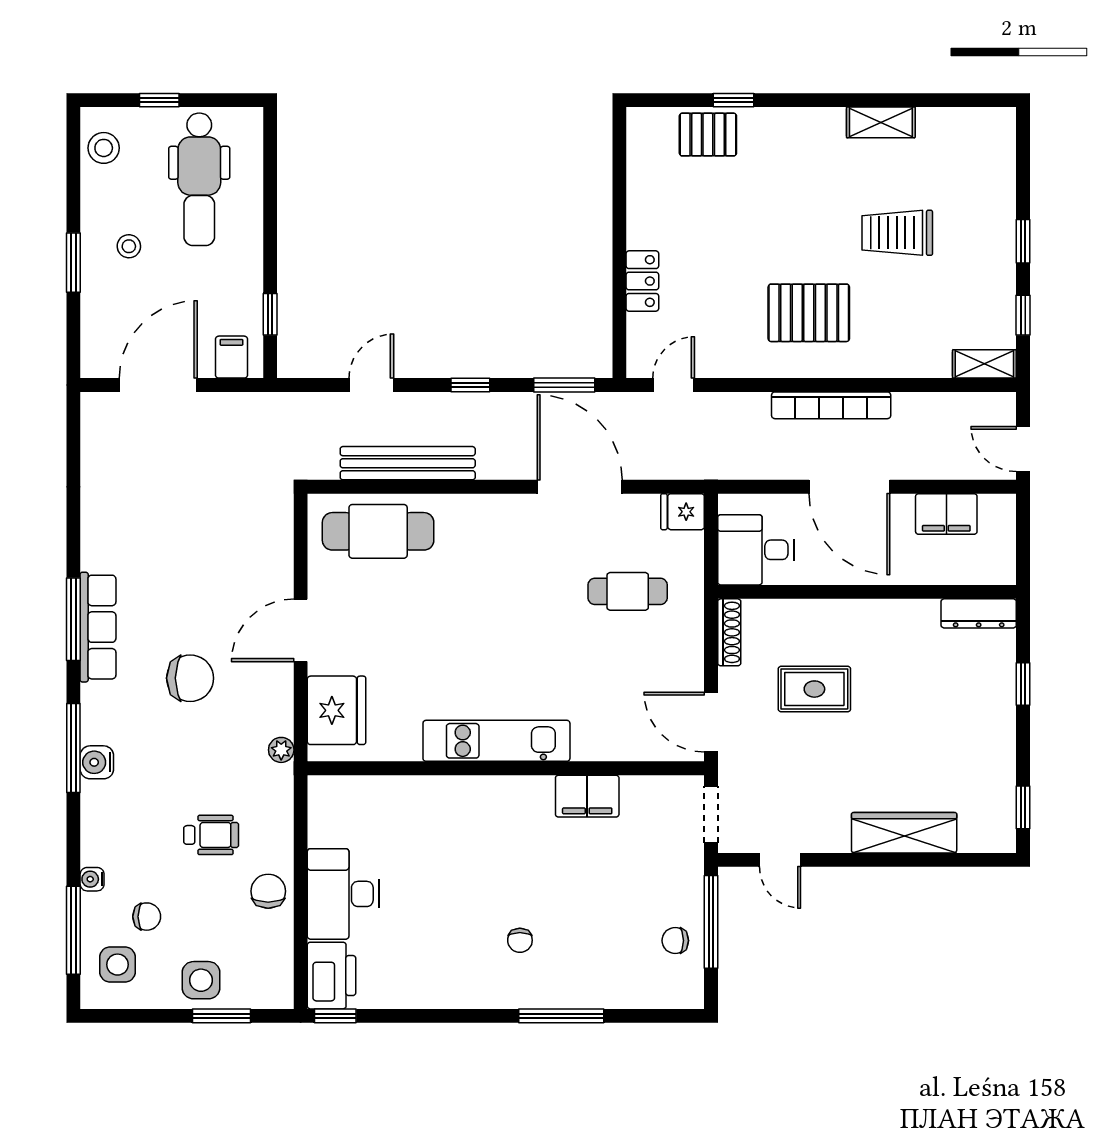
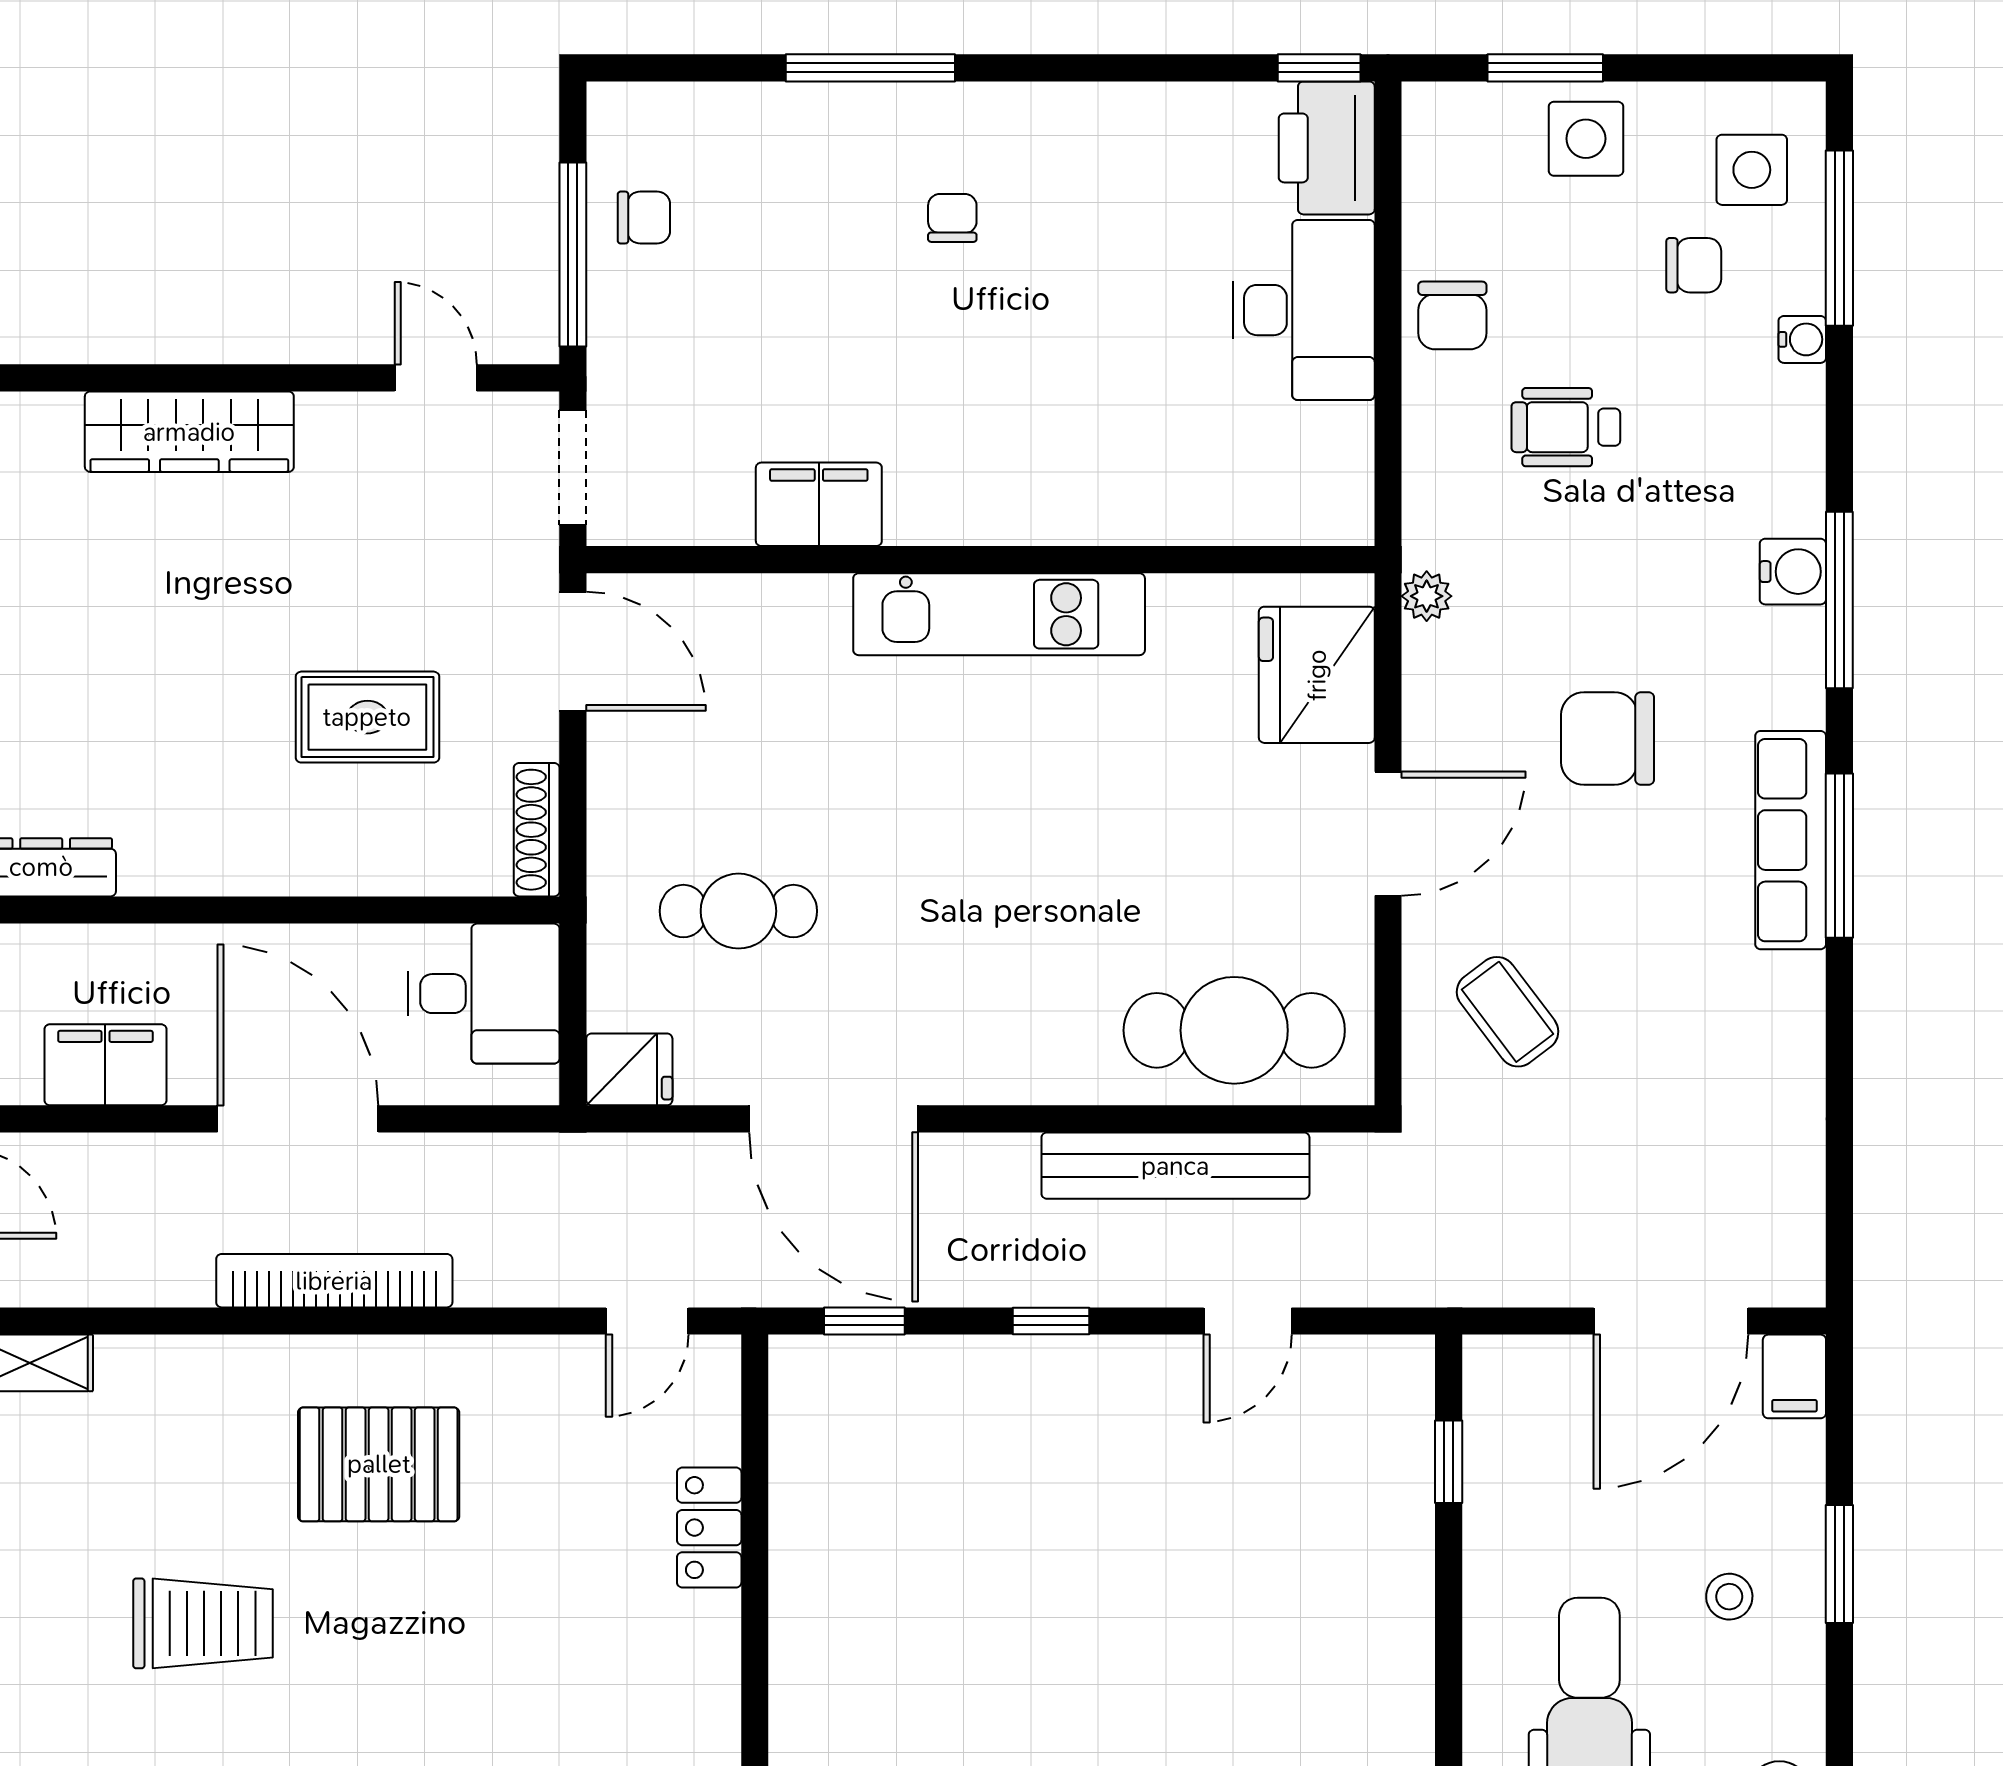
filing cabinet: (231, 357) -> (1794, 1376), moved
window: (564, 385) -> (864, 1321), width x0.67
coffee table: (240, 541) -> (1508, 1012), added
chair: (147, 917) -> (1694, 265), turned 180

